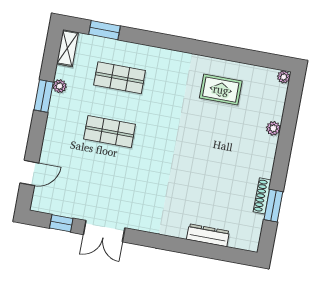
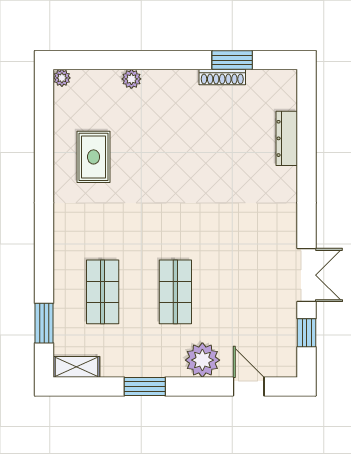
plant: (60, 86) -> (202, 360), moved, width x1.88, depth x1.88

